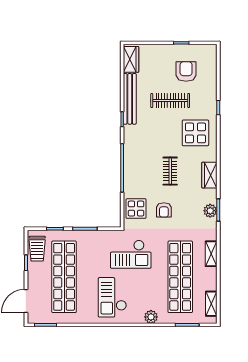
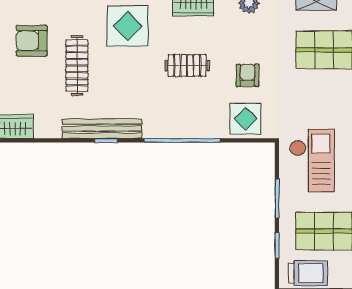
bench: (130, 99) -> (102, 129), moved
armchair: (164, 210) -> (248, 75), turned -90
checkout: (131, 254) -> (312, 161), moved

